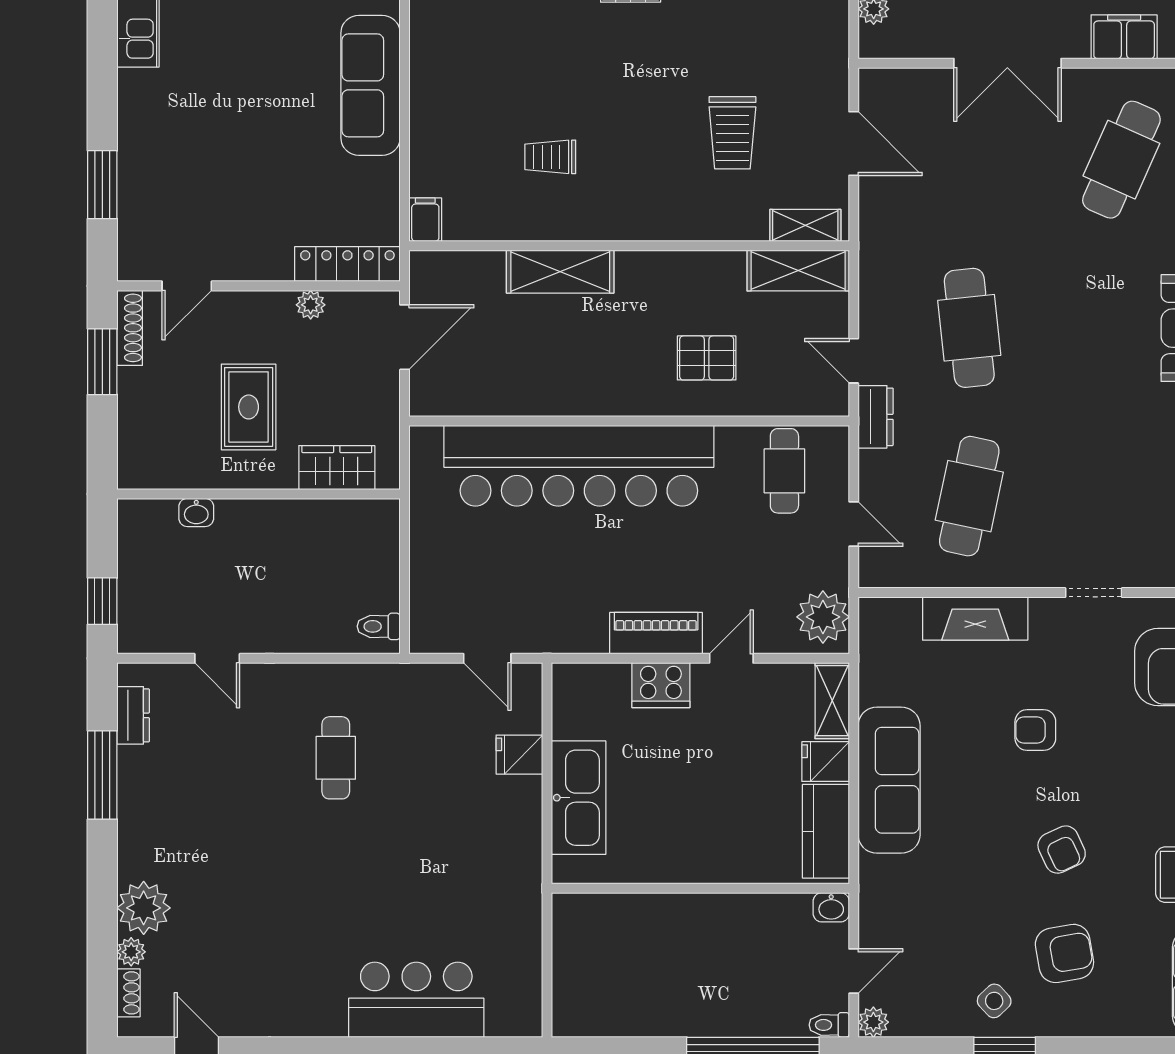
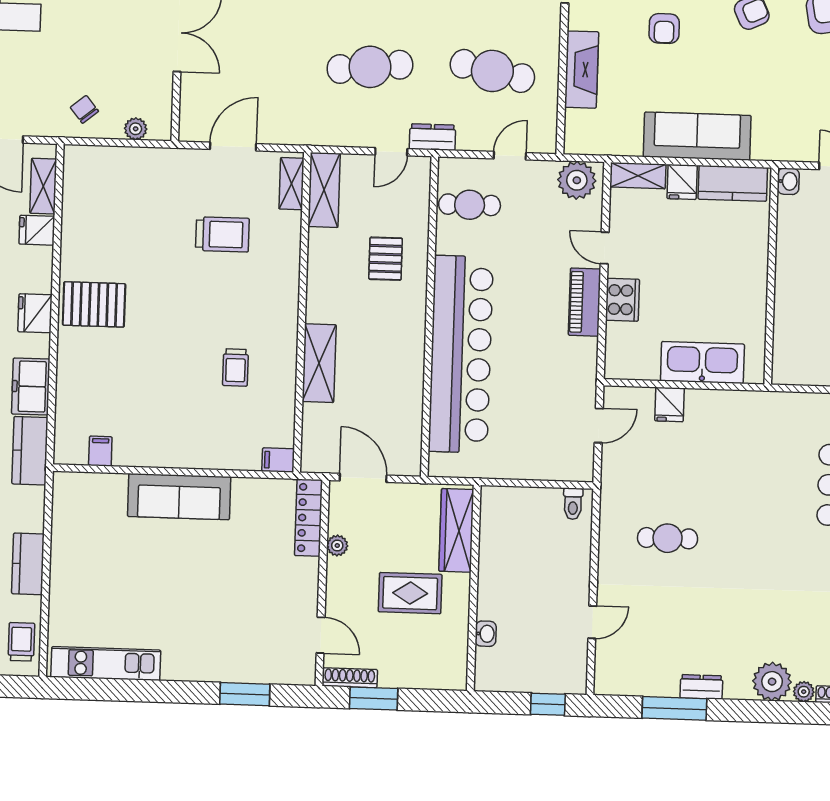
wardrobe: (337, 468) -> (456, 530), width x1.50
dresser: (133, 715) -> (701, 687), moved

